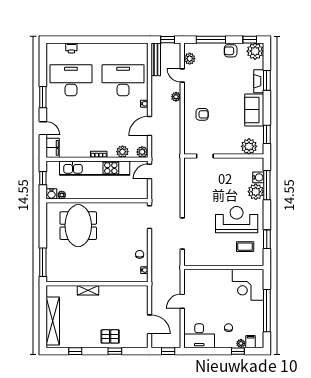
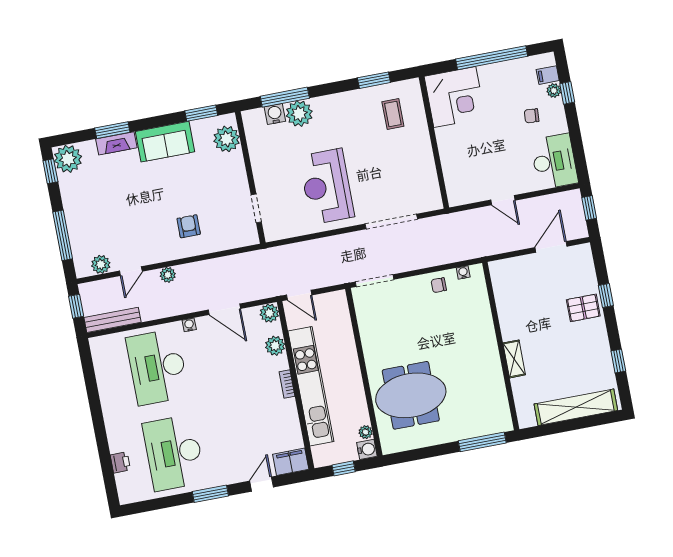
armchair: (231, 51) -> (75, 199), removed
reception desk: (237, 220) -> (327, 186), moved
pallet: (110, 336) -> (583, 308), turned 90

